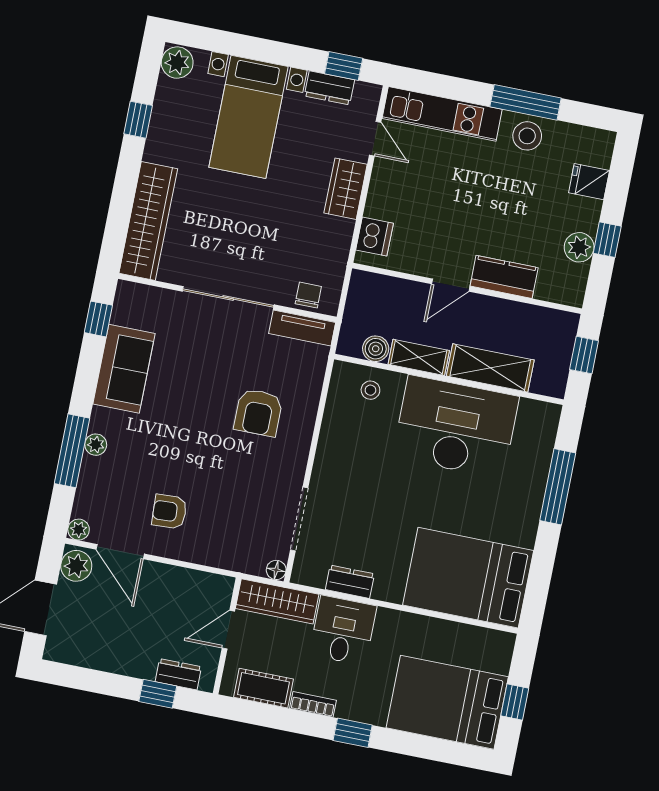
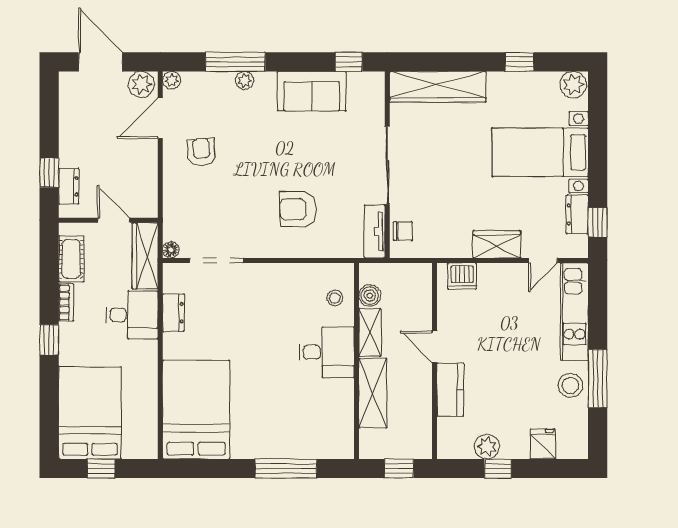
desk: (456, 427) -> (327, 352), width x0.53, depth x0.77

